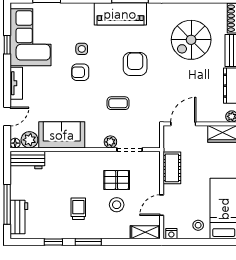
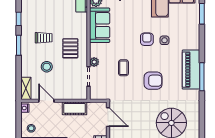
pallet: (117, 180) -> (70, 48), moved

